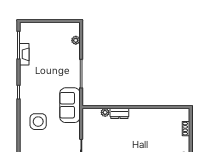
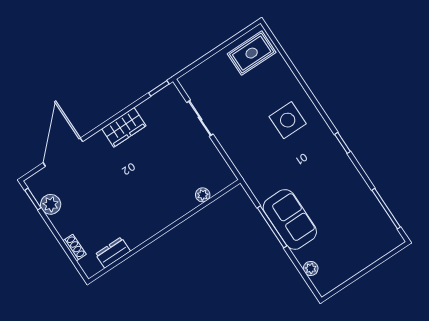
fireplace: (24, 54) -> (370, 201), removed
sofa: (70, 105) -> (290, 219), moved
dresser: (119, 113) -> (113, 253), moved

